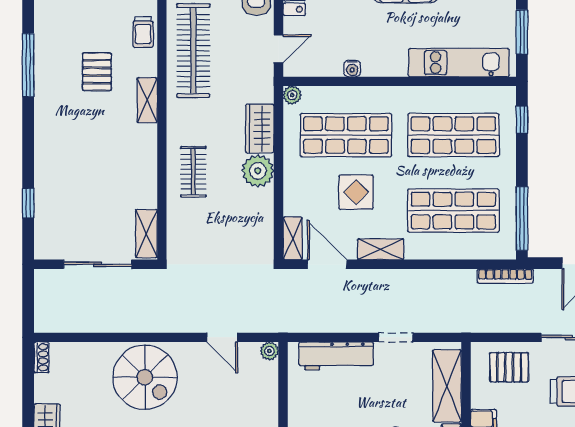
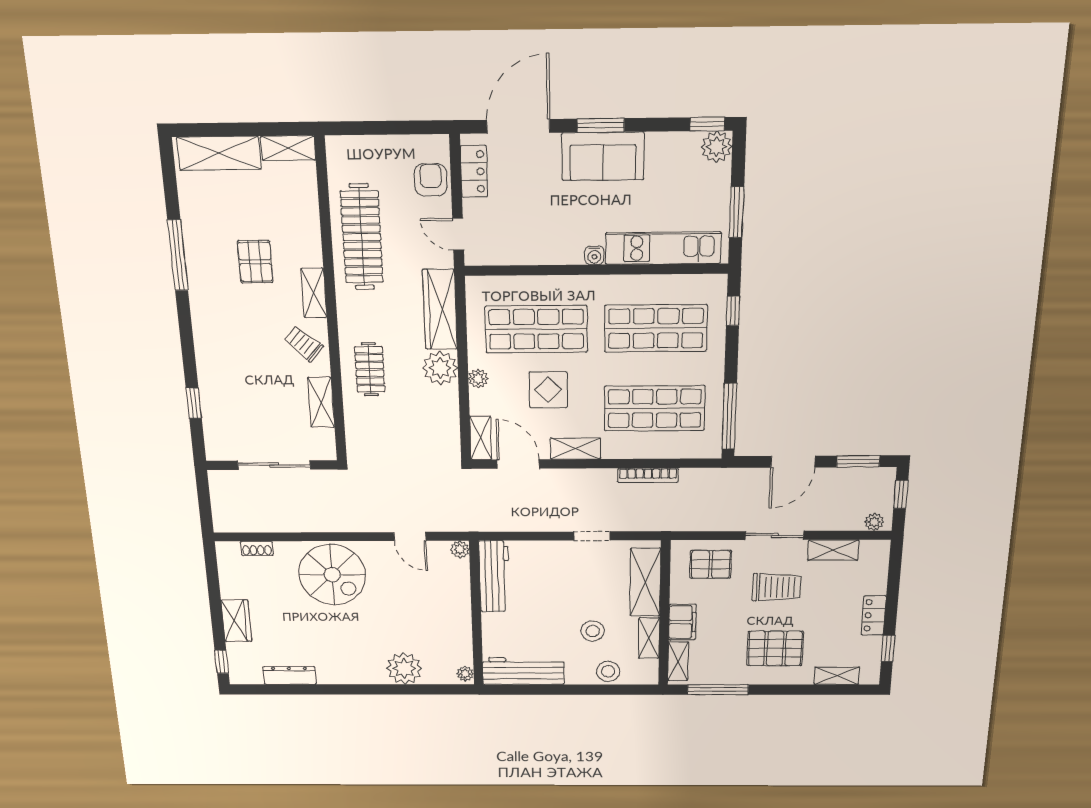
trolley: (143, 32) -> (304, 344), moved, turned 131
door: (278, 49) -> (458, 234), swing flipped
water cooler: (352, 69) -> (594, 255), moved
plant: (292, 95) -> (478, 378), moved
wardrobe: (260, 128) -> (440, 309), width x1.50
shelving: (146, 234) -> (321, 402), moved
bookcase: (505, 276) -> (648, 475), moved
workbench: (336, 356) -> (494, 576), moved, turned -90
shoe rack: (41, 357) -> (257, 548), moved, turned 90

